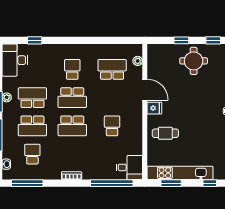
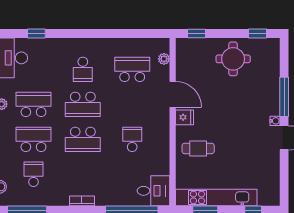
window: (181, 40) -> (197, 34), moved
school desk: (72, 69) -> (83, 69), turned 180
school desk: (32, 126) -> (33, 139), turned 180

